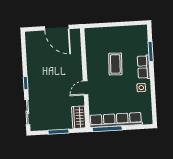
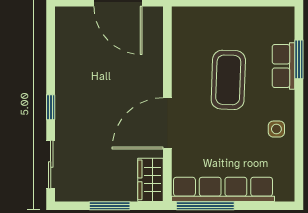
coffee table: (115, 64) -> (228, 80), width x1.36, depth x1.32
row of seats: (144, 67) -> (283, 66), moved
door: (86, 88) -> (167, 123), width x1.88

